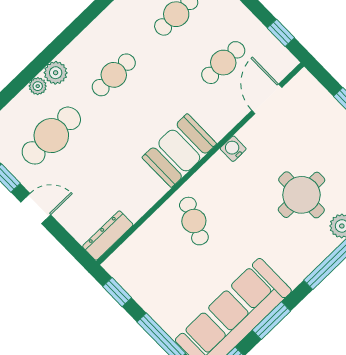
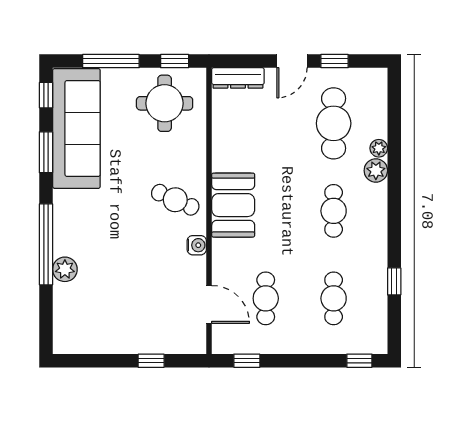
round table: (301, 195) -> (165, 103), moved
cafe table: (194, 221) -> (175, 200), moved
dresser: (108, 236) -> (238, 78), moved, turned 90

